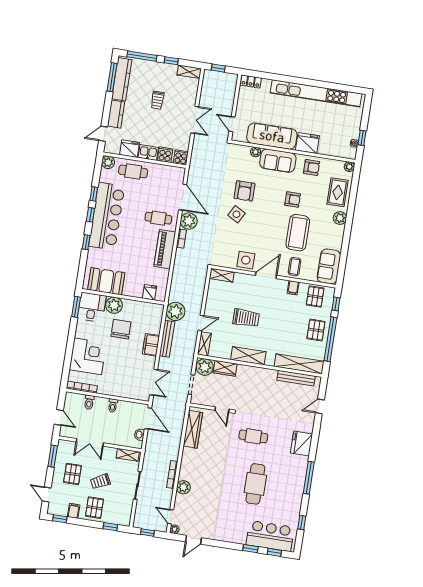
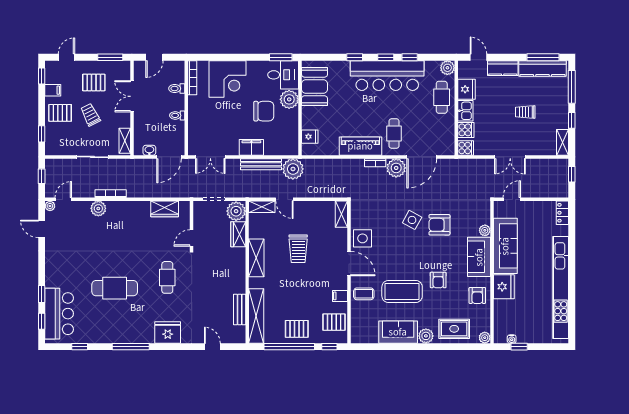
sofa: (329, 266) -> (398, 332), moved
bench: (296, 378) -> (240, 309), width x0.73
wardrobe: (193, 429) -> (165, 209), width x0.67

